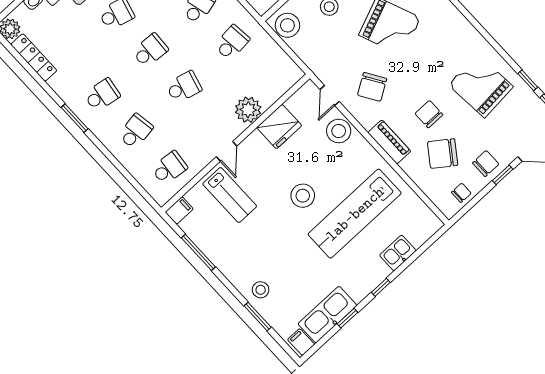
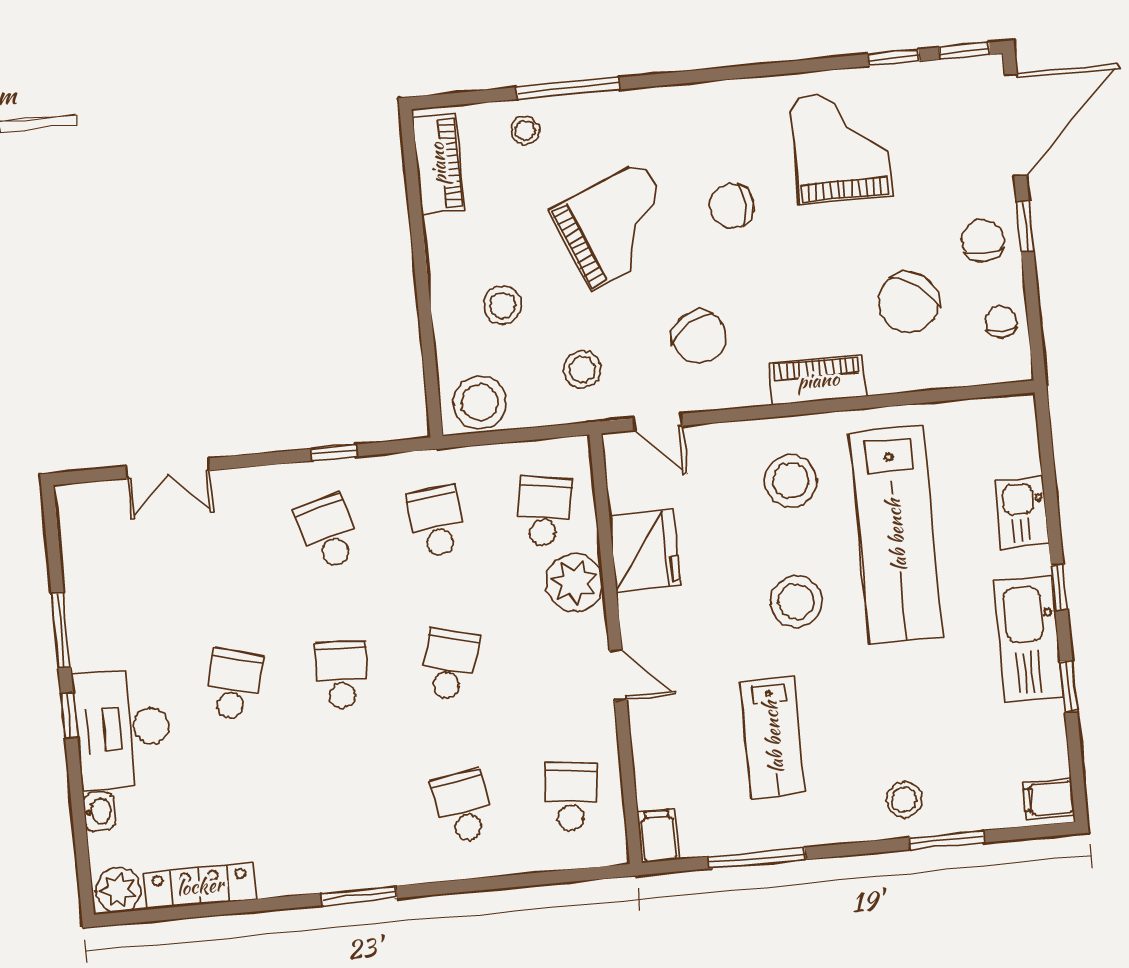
stool: (328, 53) -> (582, 369), added
grand piano: (481, 86) -> (841, 146), turned 95
school desk: (102, 95) -> (544, 512), moved
chair: (429, 114) -> (732, 206), moved
stool: (339, 131) -> (791, 481), moved
lab bench: (230, 195) -> (773, 737), moved, turned 90
kitchen sink: (327, 315) -> (1028, 639), moved

